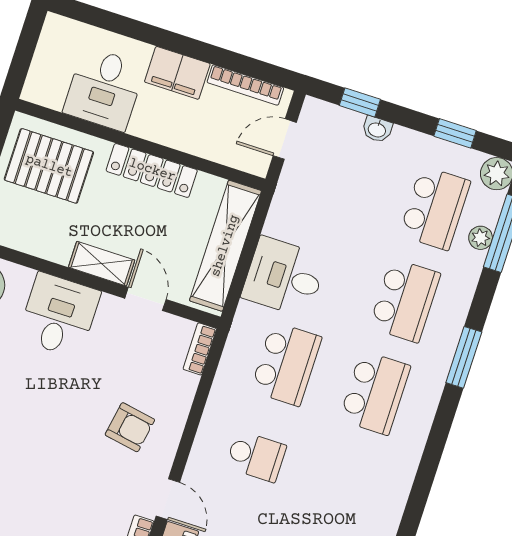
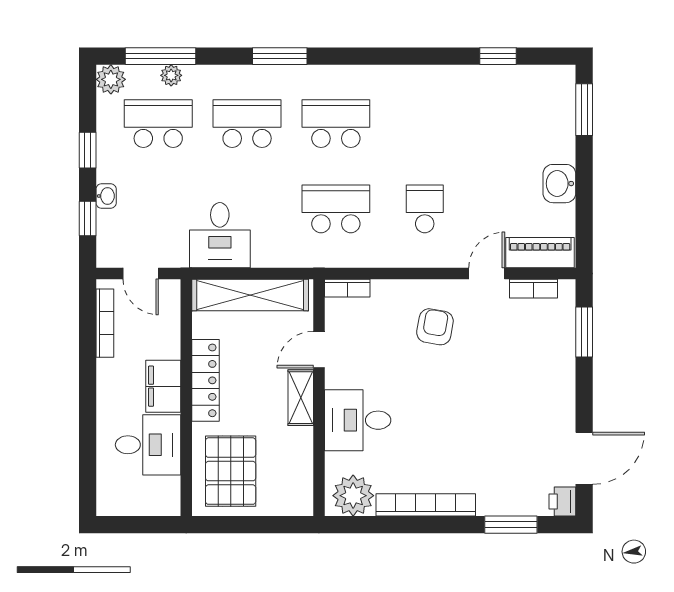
filing cabinet: (177, 73) -> (163, 386), moved, turned 180
window: (455, 133) -> (88, 150), moved
desk: (284, 277) -> (220, 235), moved

